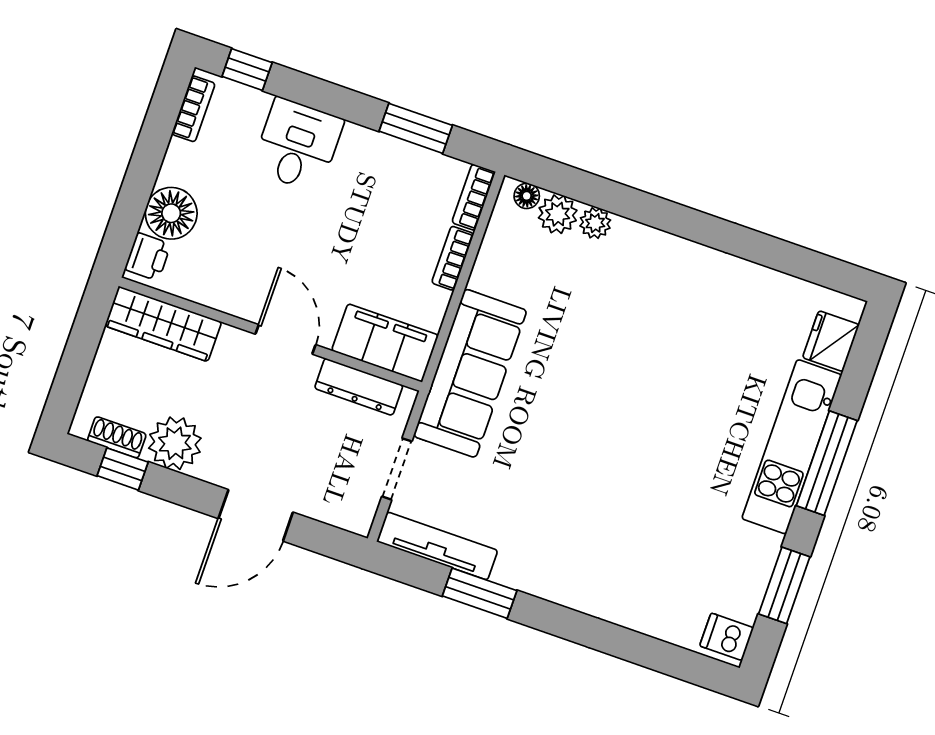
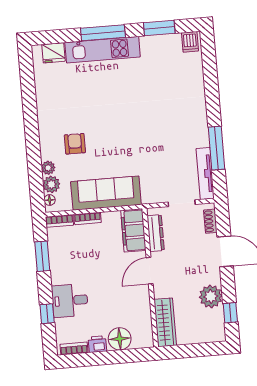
window: (247, 70) -> (47, 314), moved
printer: (148, 257) -> (97, 344), moved
armchair: (621, 301) -> (75, 144), added
sofa: (470, 373) -> (106, 193), moved
shoe rack: (117, 437) -> (210, 221), moved
window: (480, 593) -> (216, 148), width x1.44

